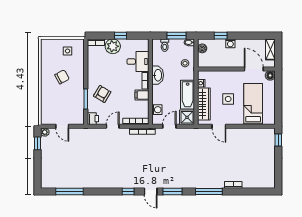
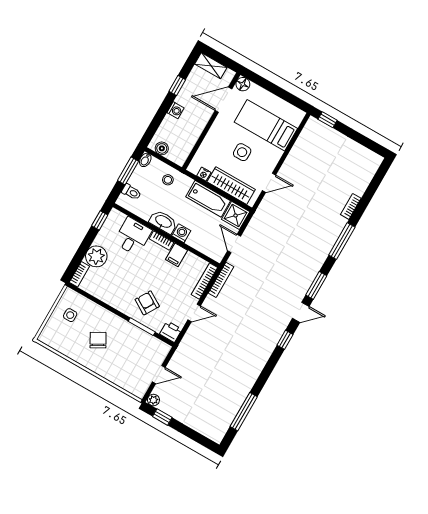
window: (121, 36) -> (100, 220), moved
window: (221, 36) -> (177, 85), moved
washing machine: (157, 110) -> (181, 233), moved
door: (113, 126) -> (194, 313), swing flipped

